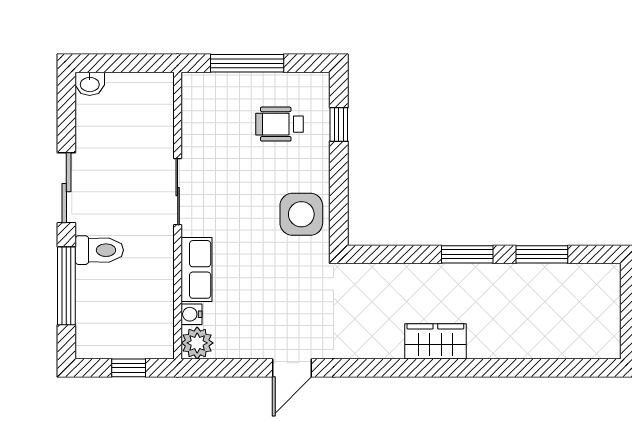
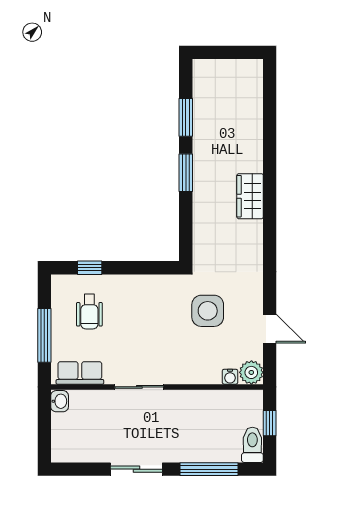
washbasin: (90, 84) -> (60, 401), moved
side table: (301, 214) -> (208, 311), moved
toilet: (99, 250) -> (252, 445), moved
row of seats: (196, 269) -> (80, 373), moved
door: (292, 368) -> (270, 329), moved

